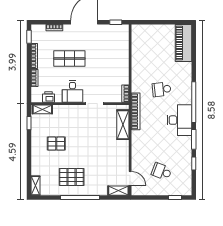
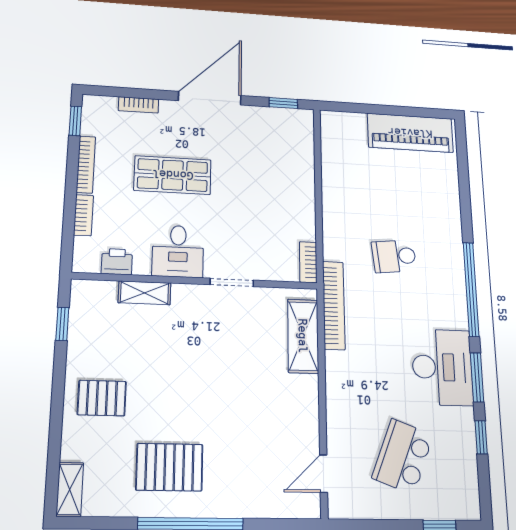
piano: (184, 43) -> (410, 133), moved, turned -90
shelving: (42, 109) -> (145, 293), moved
desk: (180, 120) -> (442, 367), moved
pallet: (56, 144) -> (102, 398), moved
school desk: (162, 171) -> (403, 456), width x1.85
door: (130, 179) -> (324, 474), swing flipped
shelving: (118, 191) -> (293, 506), removed

